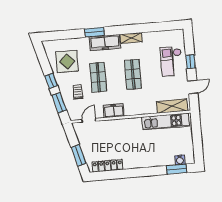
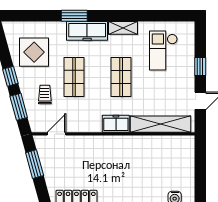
checkout: (171, 61) -> (163, 50), moved
shelving: (172, 106) -> (161, 124), width x1.47
freezer: (114, 111) -> (116, 124), moved
kitchen unit: (165, 121) -> (160, 144), removed
window: (79, 155) -> (35, 164), moved

